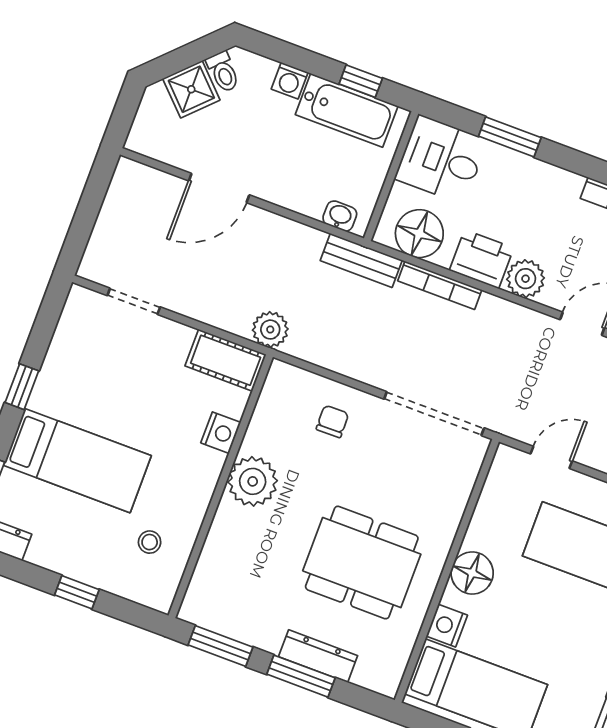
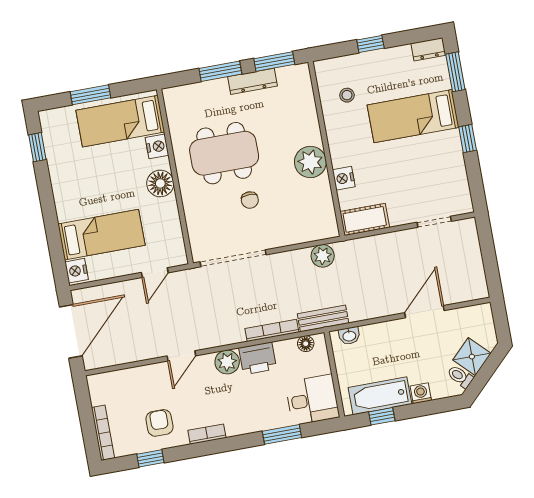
floor lamp: (419, 234) -> (306, 344), width x0.53, depth x0.53
plant: (270, 330) -> (323, 256), moved
chair: (332, 421) -> (250, 200), moved
dresser: (318, 656) -> (253, 81), moved

